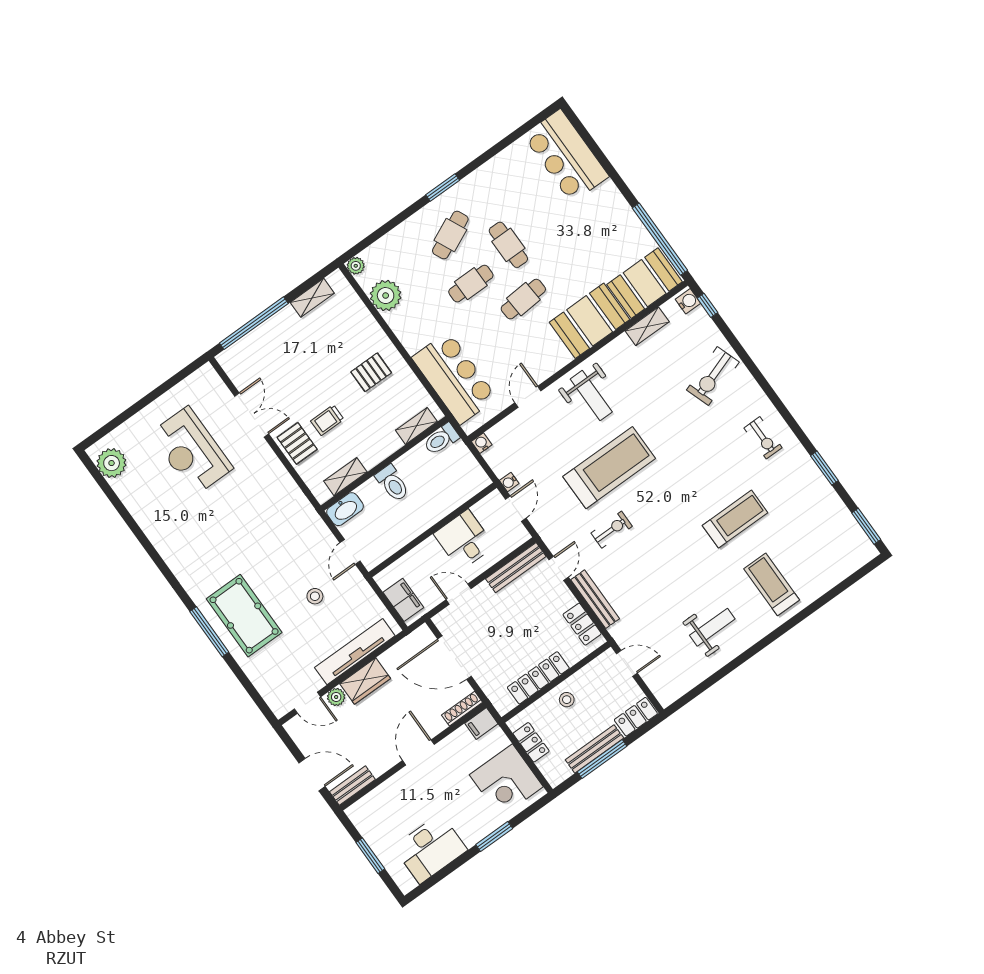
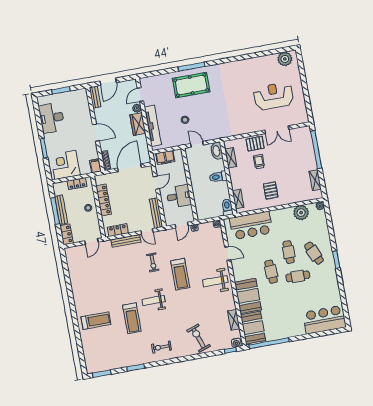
treadmill: (609, 468) -> (180, 274), width x0.73, depth x0.73
door: (516, 509) -> (182, 225), hinge flipped
weight bench: (712, 627) -> (154, 300), moved, turned 90

